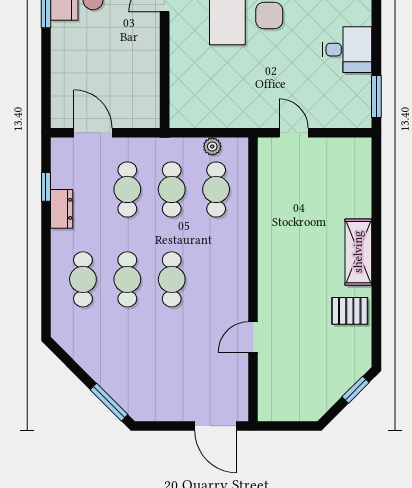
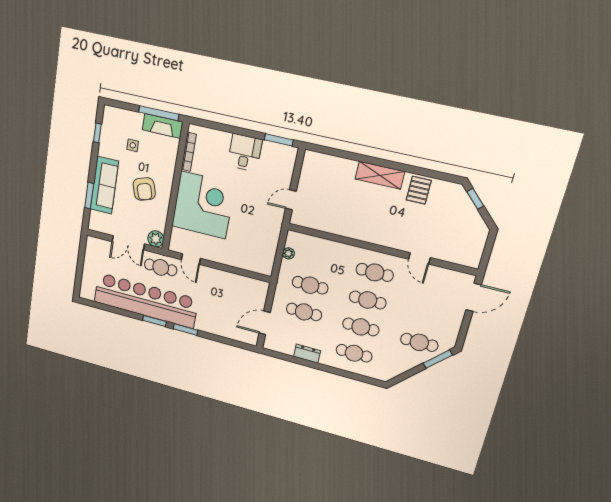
window: (46, 187) -> (291, 359), removed
cafe table: (216, 189) -> (375, 272), moved
cafe table: (127, 369) -> (419, 342), added

